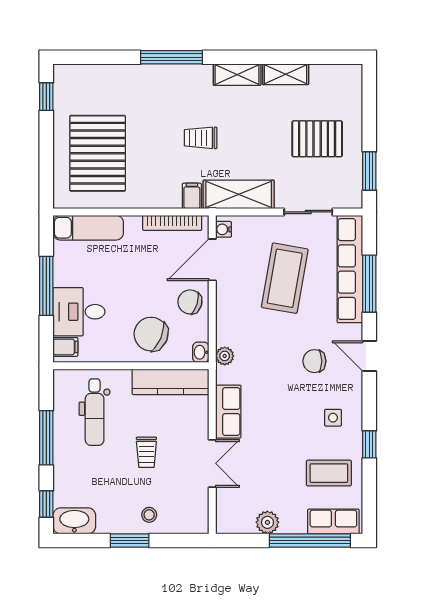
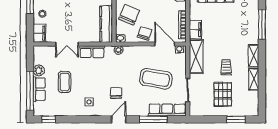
trolley: (201, 138) -> (226, 67), moved
window: (369, 171) -> (236, 119), moved
filing cabinet: (192, 196) -> (195, 30), width x2.00
row of seats: (350, 269) -> (167, 110), width x0.73
window: (369, 444) -> (49, 119), moved
trolley: (146, 452) -> (72, 12), removed
coffee table: (329, 473) -> (65, 82), moved
filing cabinet: (190, 521) -> (39, 33), added
row of seats: (333, 522) -> (39, 89), moved

